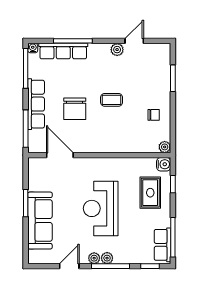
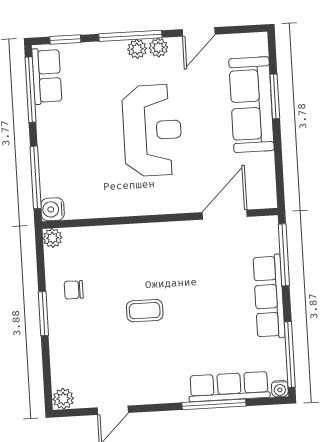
plant: (117, 50) -> (63, 399), moved
window: (173, 78) -> (43, 314), moved
chair: (75, 109) -> (205, 292), removed
door: (60, 155) -> (225, 215), swing flipped
window: (173, 184) -> (36, 177), width x2.17
rug: (150, 193) -> (72, 161), removed
window: (26, 203) -> (275, 96), moved

